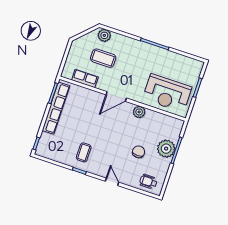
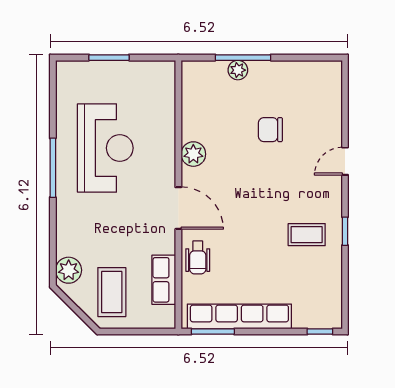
coffee table: (103, 58) -> (112, 292), moved
reception desk: (167, 93) -> (105, 148), moved
plant: (166, 149) -> (238, 70), width x0.53, depth x0.53
wheelchair: (148, 182) -> (198, 257), moved

